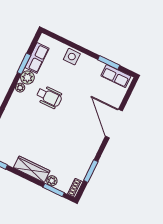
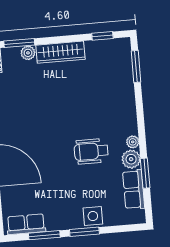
window: (83, 50) -> (84, 232), added

